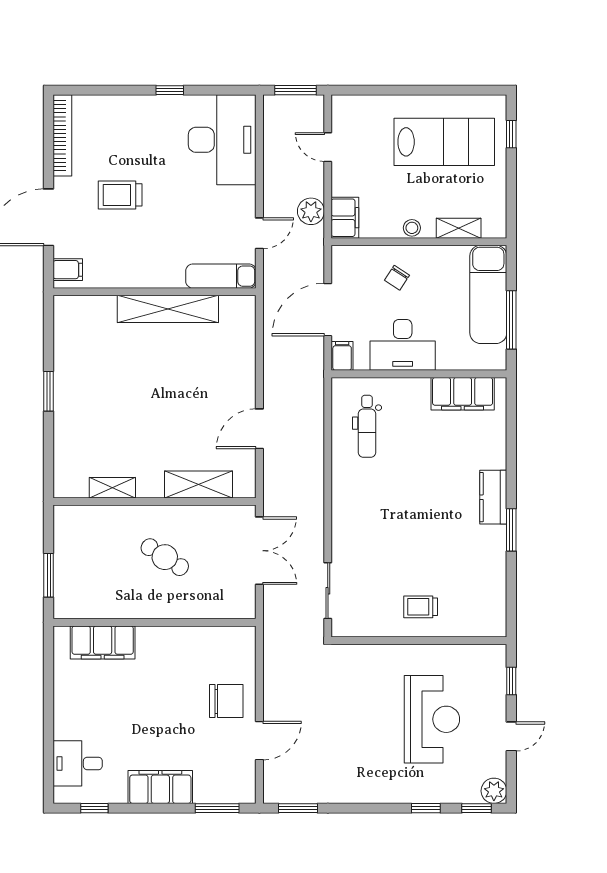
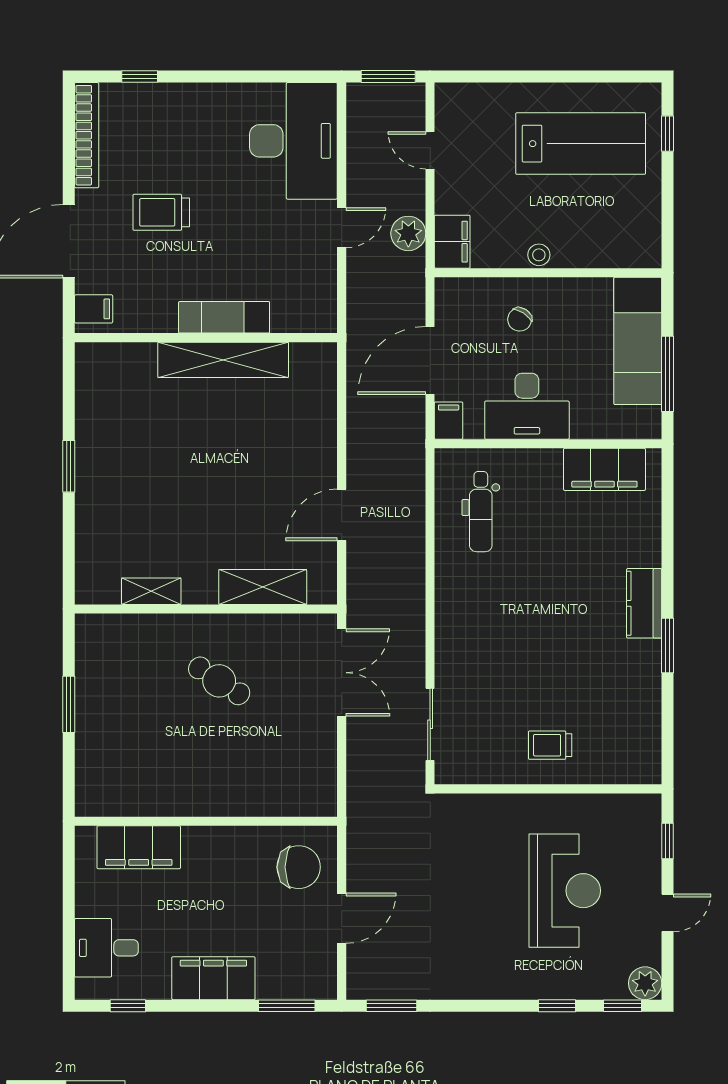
window: (170, 90) -> (140, 77), moved
shelving: (459, 228) -> (599, 255), removed
door: (259, 233) -> (342, 228), moved
exam couch: (221, 276) -> (224, 317), moved
wall: (155, 622) -> (206, 821), moved
filing cabinet: (103, 642) -> (139, 847), moved

